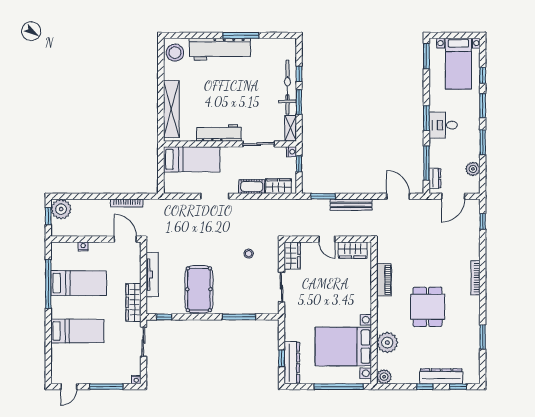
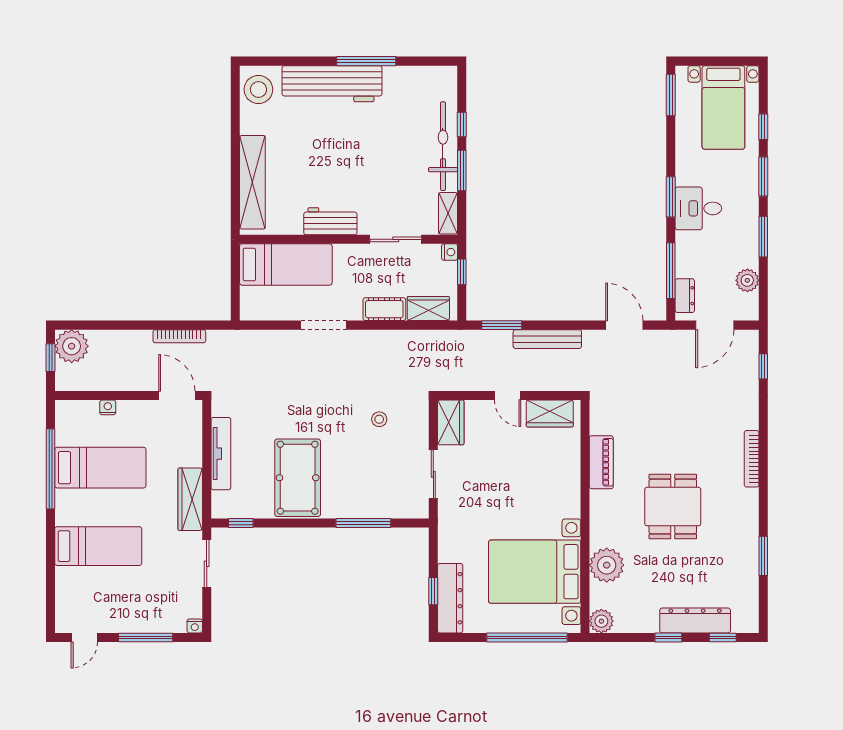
workbench: (219, 133) -> (330, 221), width x0.73

